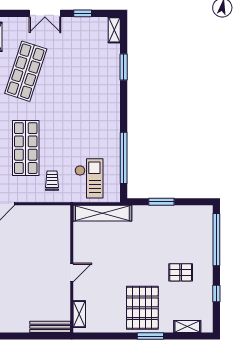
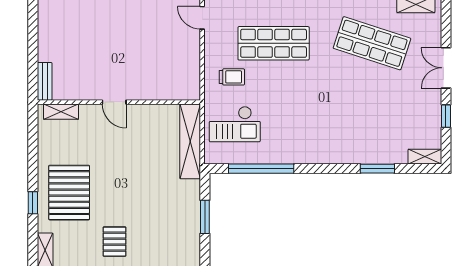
pallet: (142, 308) -> (69, 193), turned 90
bench: (50, 327) -> (45, 81), width x0.73
window: (150, 336) -> (33, 203), width x0.67

